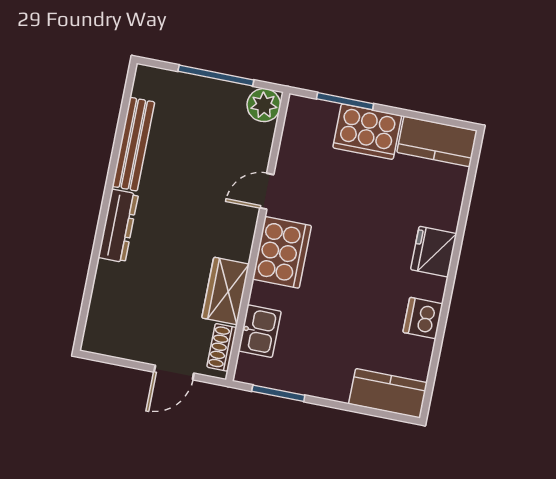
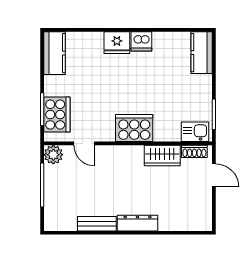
cooker: (367, 132) -> (57, 115), moved
bench: (133, 144) -> (97, 224), width x0.73
door: (267, 191) -> (84, 143), moved
dishwasher: (423, 318) -> (141, 41), moved
kitchen sink: (260, 331) -> (195, 132), moved

